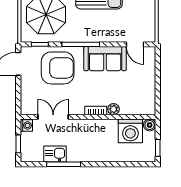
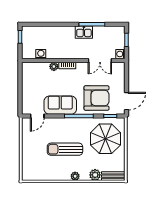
door: (135, 44) -> (37, 116), swing flipped
armchair: (58, 68) -> (97, 98), turned 180
boiler: (150, 125) -> (26, 54), removed
washing machine: (130, 131) -> (41, 54), width x0.53, depth x0.53
kitchen sink: (55, 154) -> (84, 32), moved

